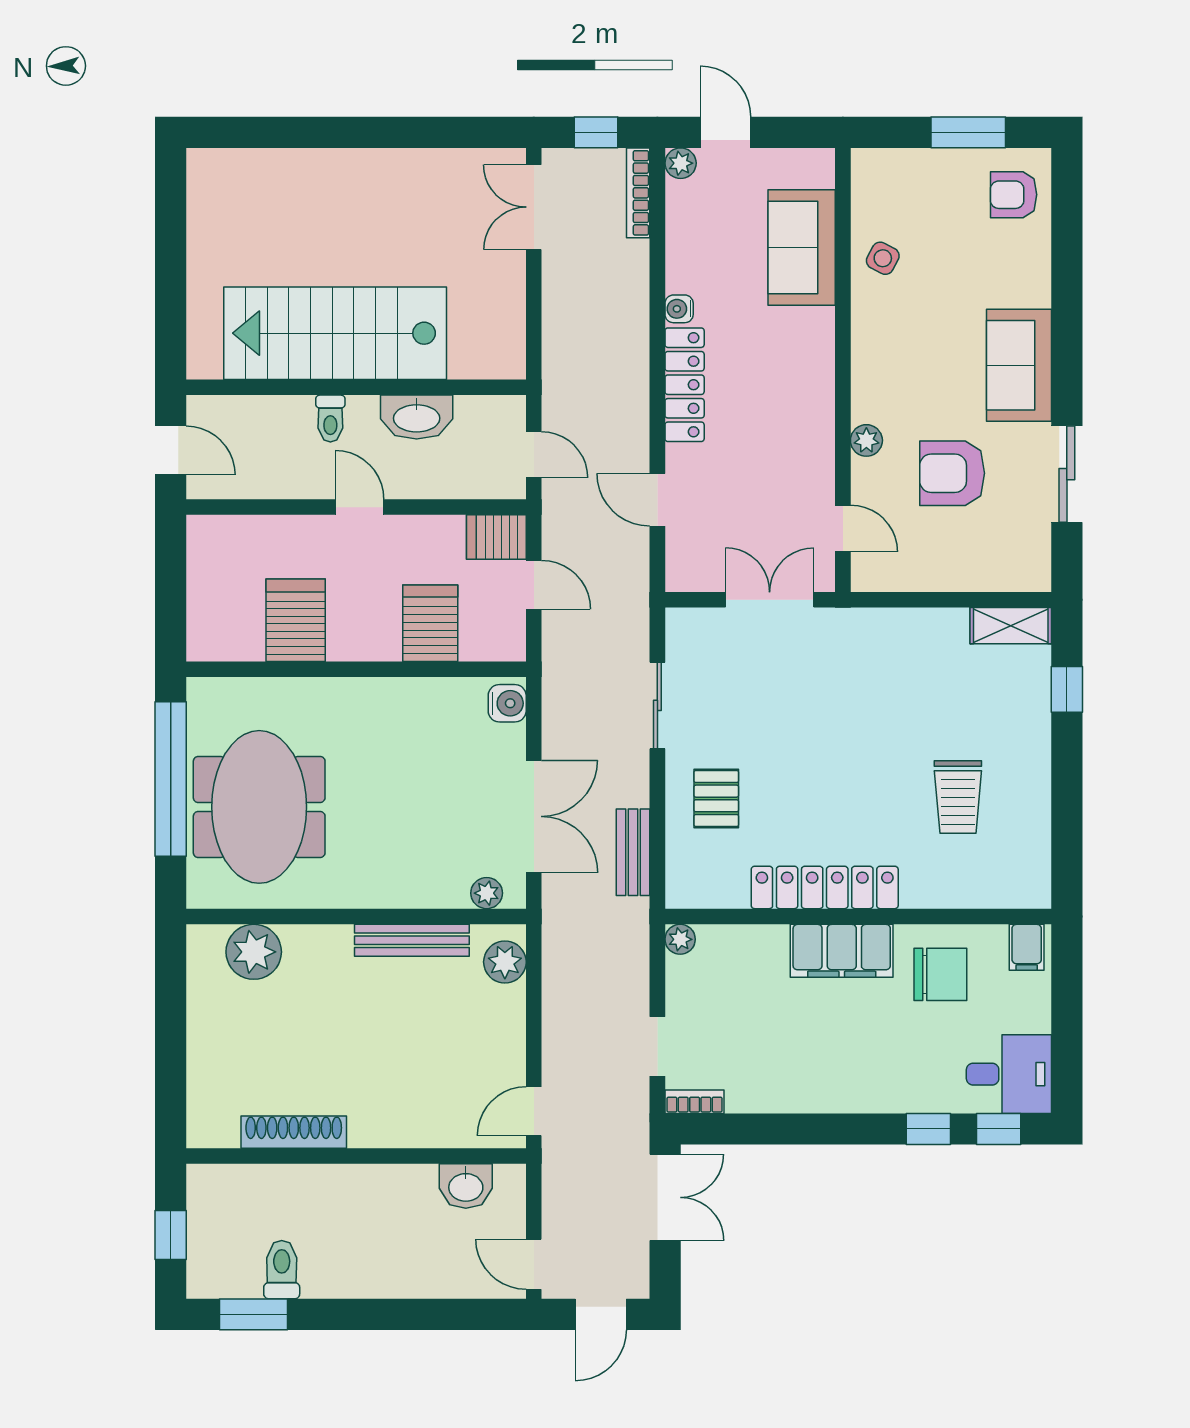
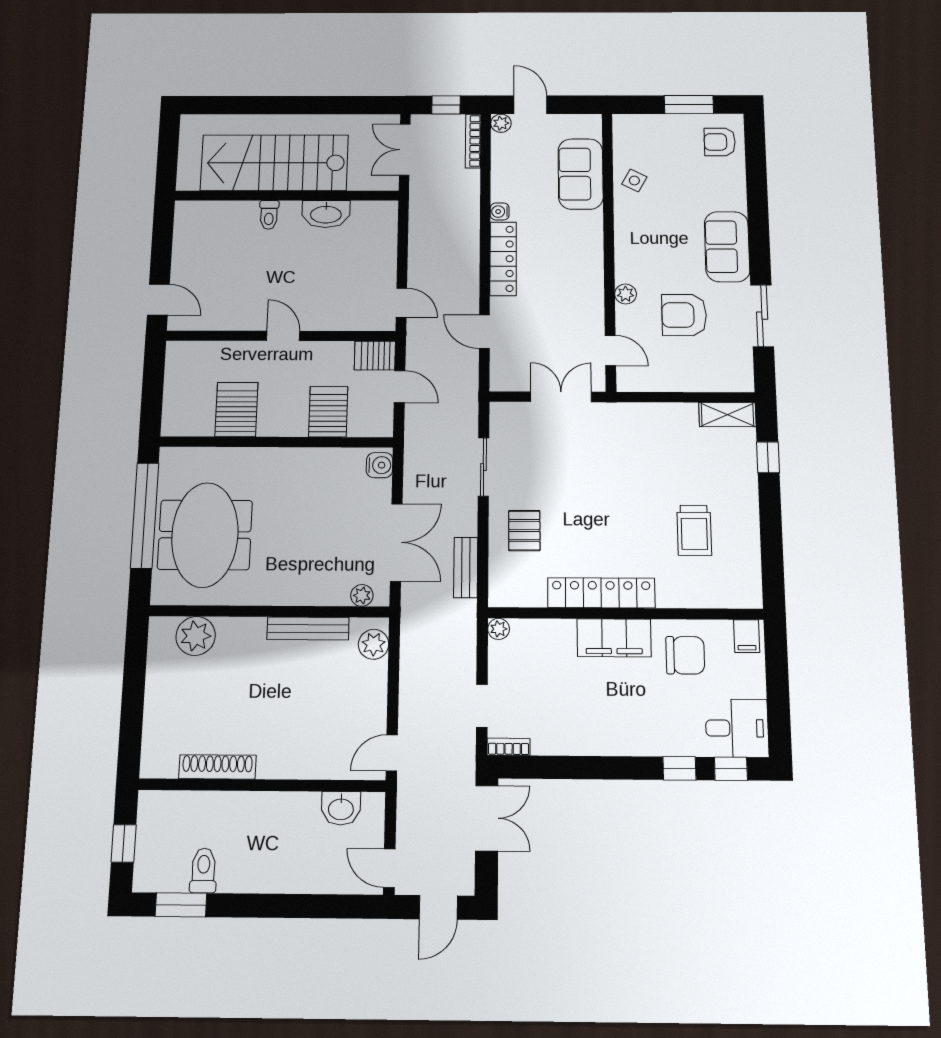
stairs: (335, 333) -> (274, 163), moved
wall: (356, 387) -> (287, 196), moved
washbasin: (417, 417) -> (326, 214), moved
toilet: (330, 419) -> (269, 215), moved

